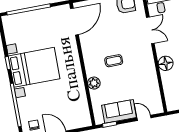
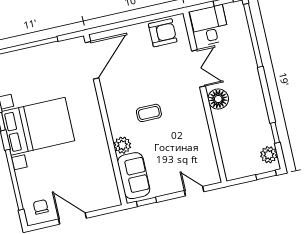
floor lamp: (166, 63) -> (218, 99), moved
sofa: (119, 111) -> (134, 176), moved, turned 90

